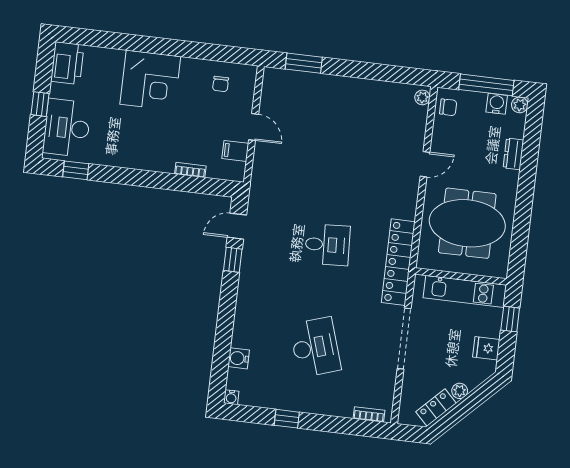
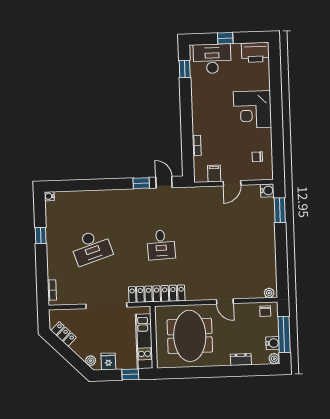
water cooler: (239, 358) -> (267, 191), moved, turned 90
plant: (460, 391) -> (91, 361), moved

